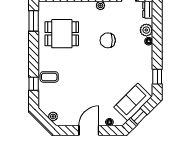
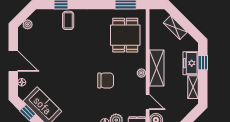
dining table: (62, 34) -> (125, 35), moved
chair: (108, 40) -> (106, 80), turned 90

